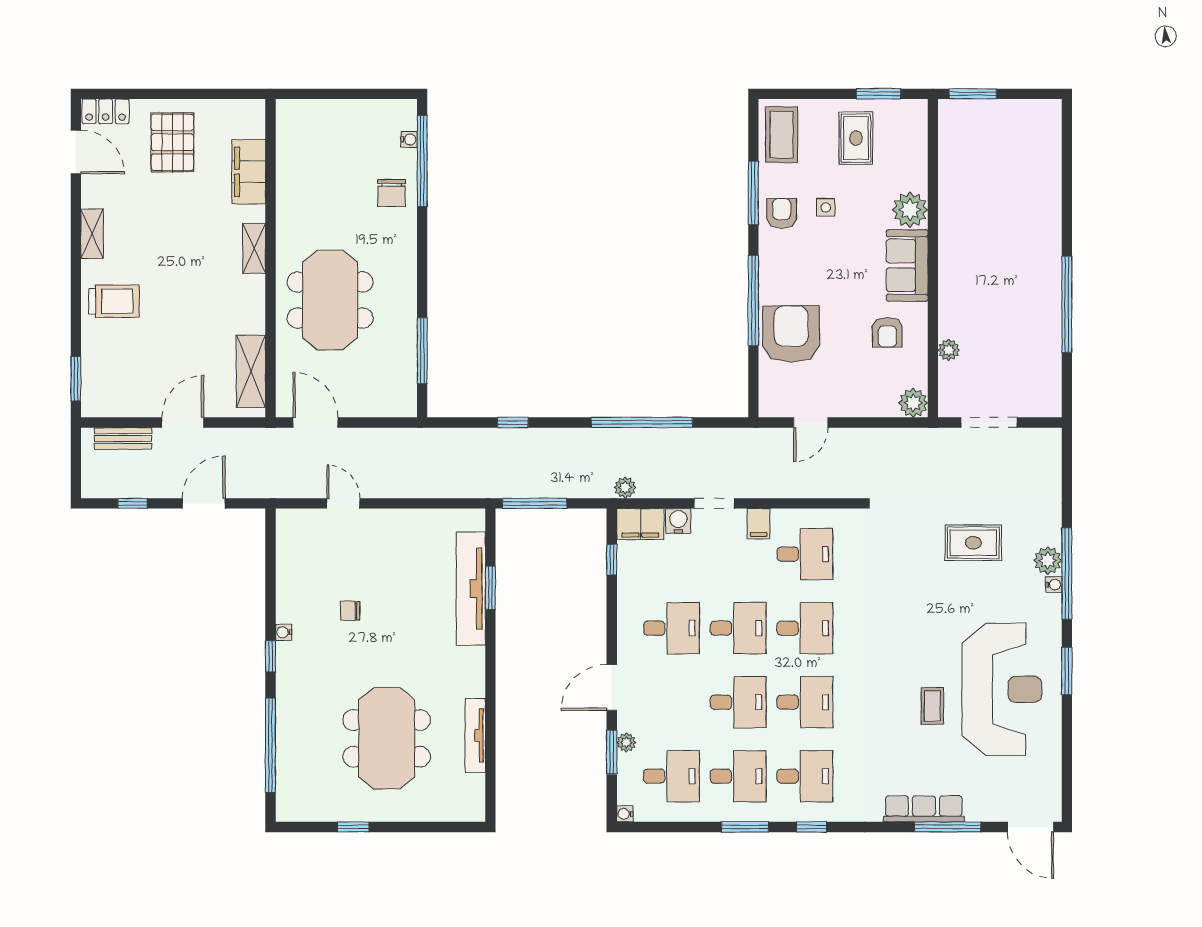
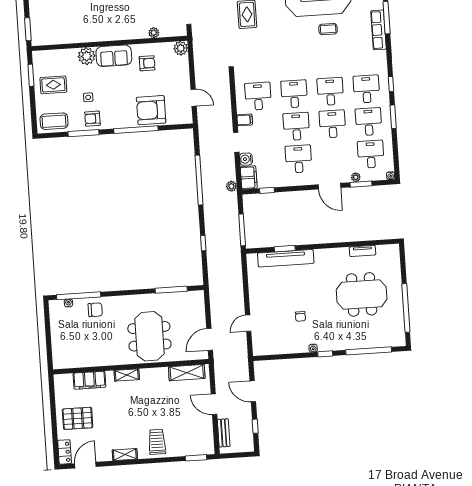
meeting table: (330, 300) -> (149, 336), turned 90
tv unit: (475, 735) -> (363, 251), width x0.71
window: (353, 827) -> (406, 308), width x3.17

